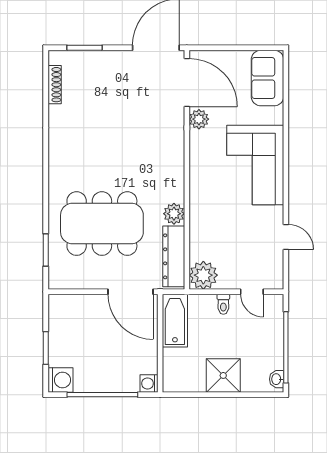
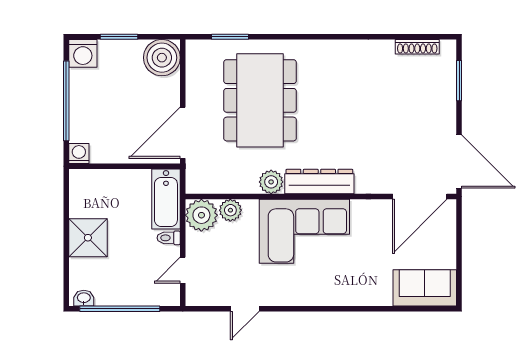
plant: (199, 119) -> (230, 210), moved
corner sofa: (255, 165) -> (304, 231), moved, turned 180
dresser: (174, 256) -> (319, 182), moved
boiler: (64, 310) -> (162, 58), added
bathtub: (175, 321) -> (166, 199), moved, turned 90

